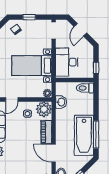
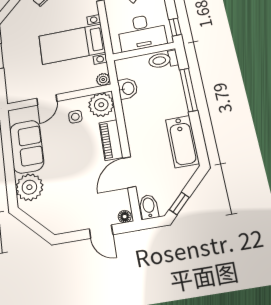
desk: (67, 62) -> (142, 32), moved, turned -90
window: (96, 134) -> (189, 90), moved
bathtub: (84, 135) -> (182, 141), width x0.73, depth x0.73
door: (54, 153) -> (129, 172), hinge flipped

